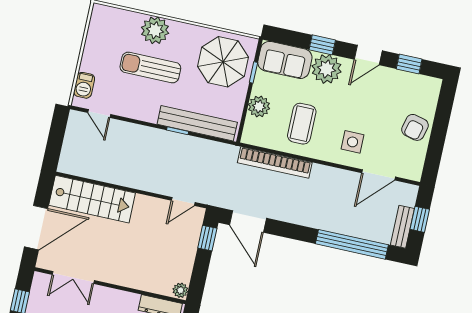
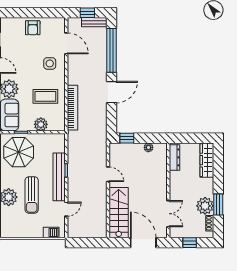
door: (99, 114) -> (66, 209), moved
bench: (197, 123) -> (59, 177), moved
armchair: (415, 127) -> (33, 28), turned 76
door: (183, 201) -> (108, 174), moved
door: (248, 221) -> (111, 92), moved
plant: (180, 290) -> (148, 147), moved

